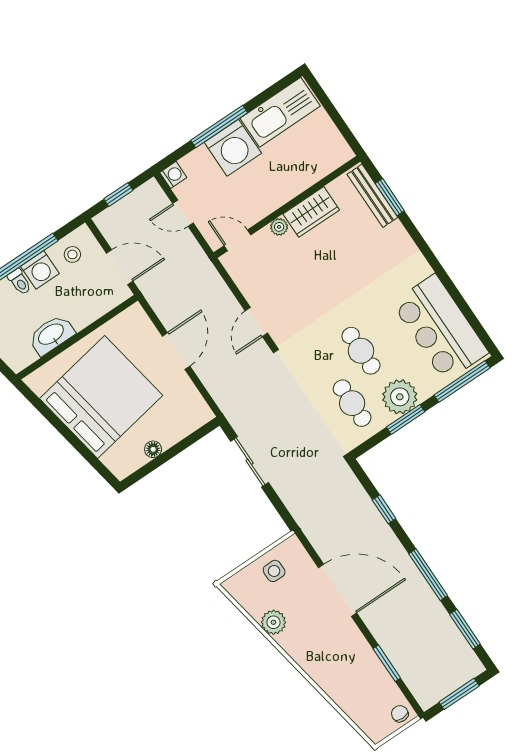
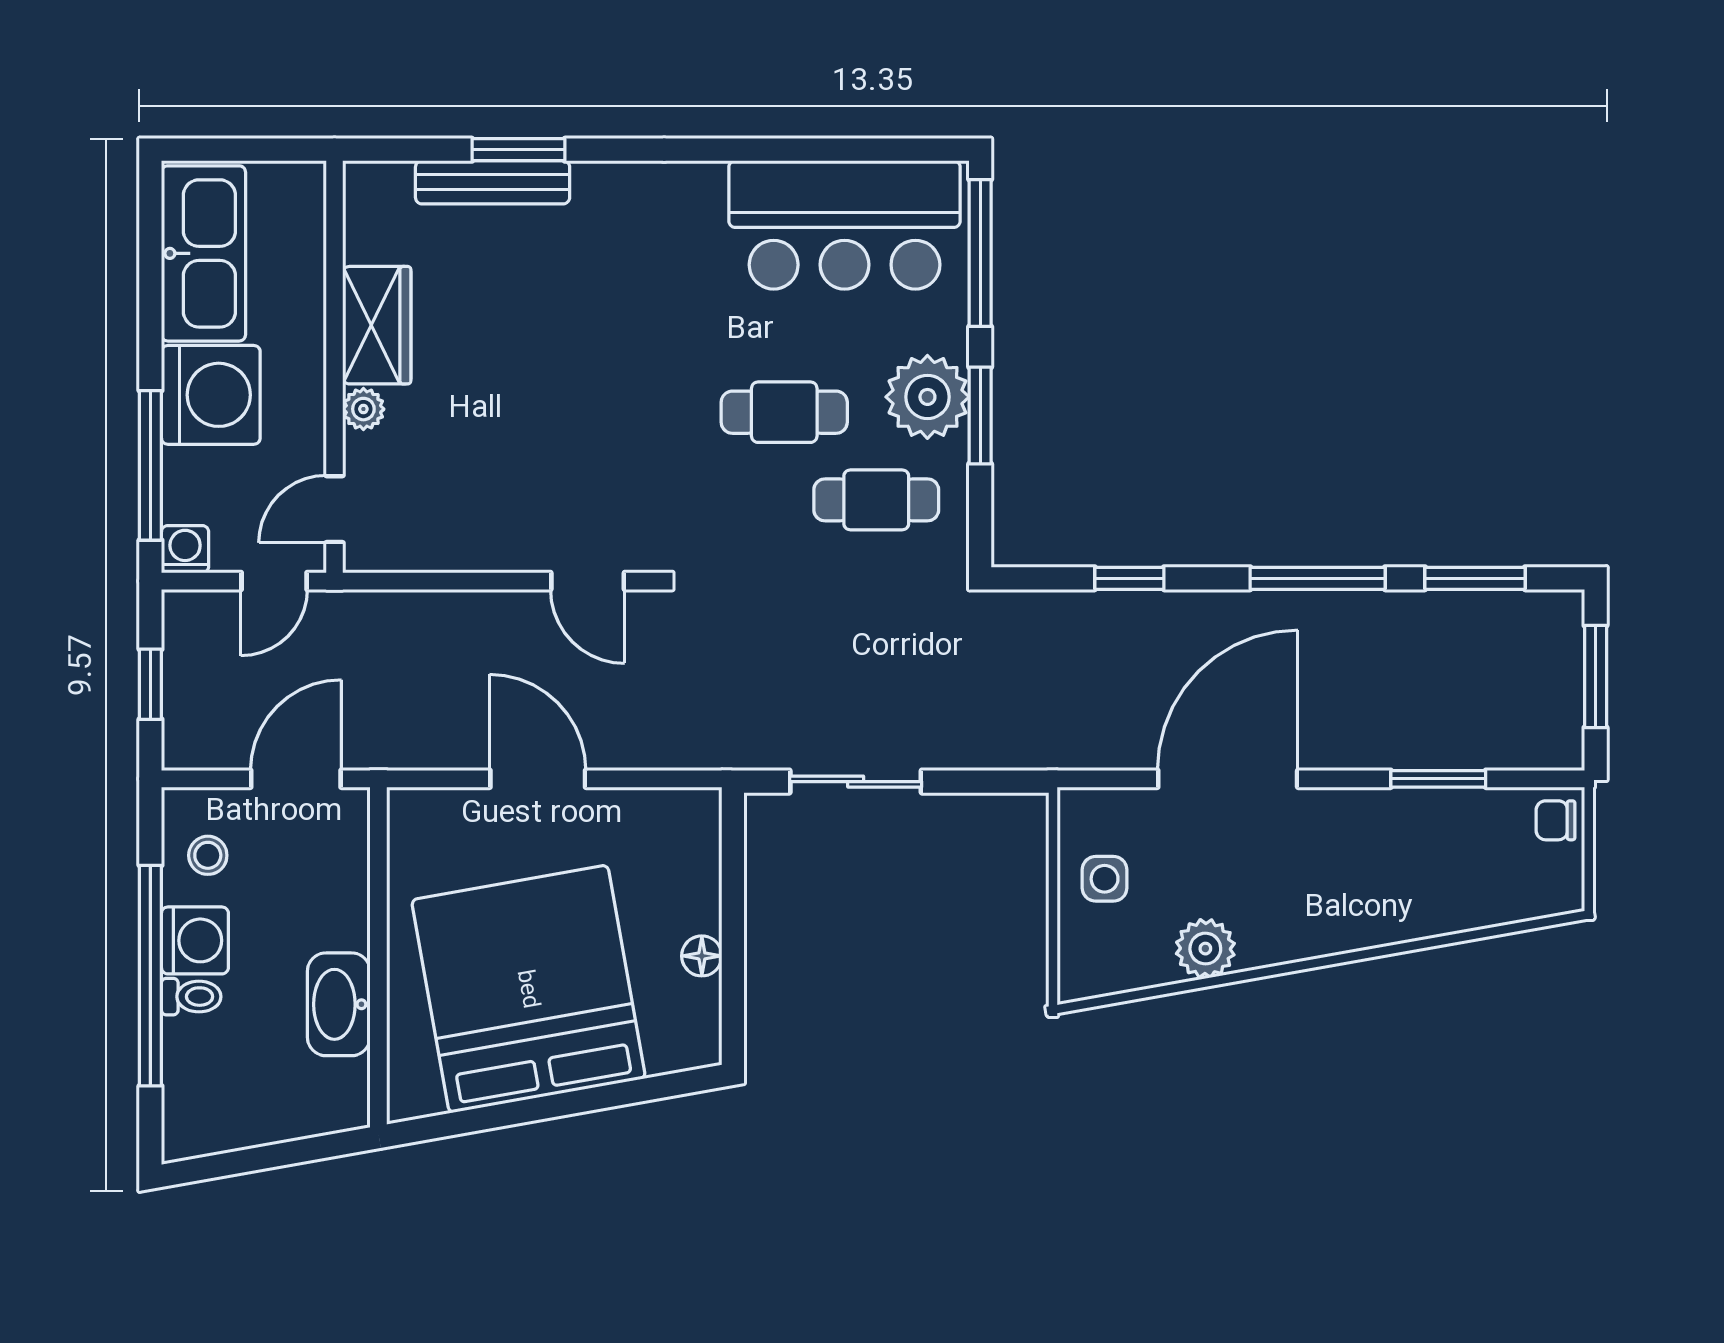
window: (219, 126) -> (150, 465), moved
wall: (287, 207) -> (335, 367), moved
wardrobe: (311, 212) -> (377, 325), moved
plant: (279, 227) -> (363, 409), moved
door: (238, 240) -> (335, 509), moved

